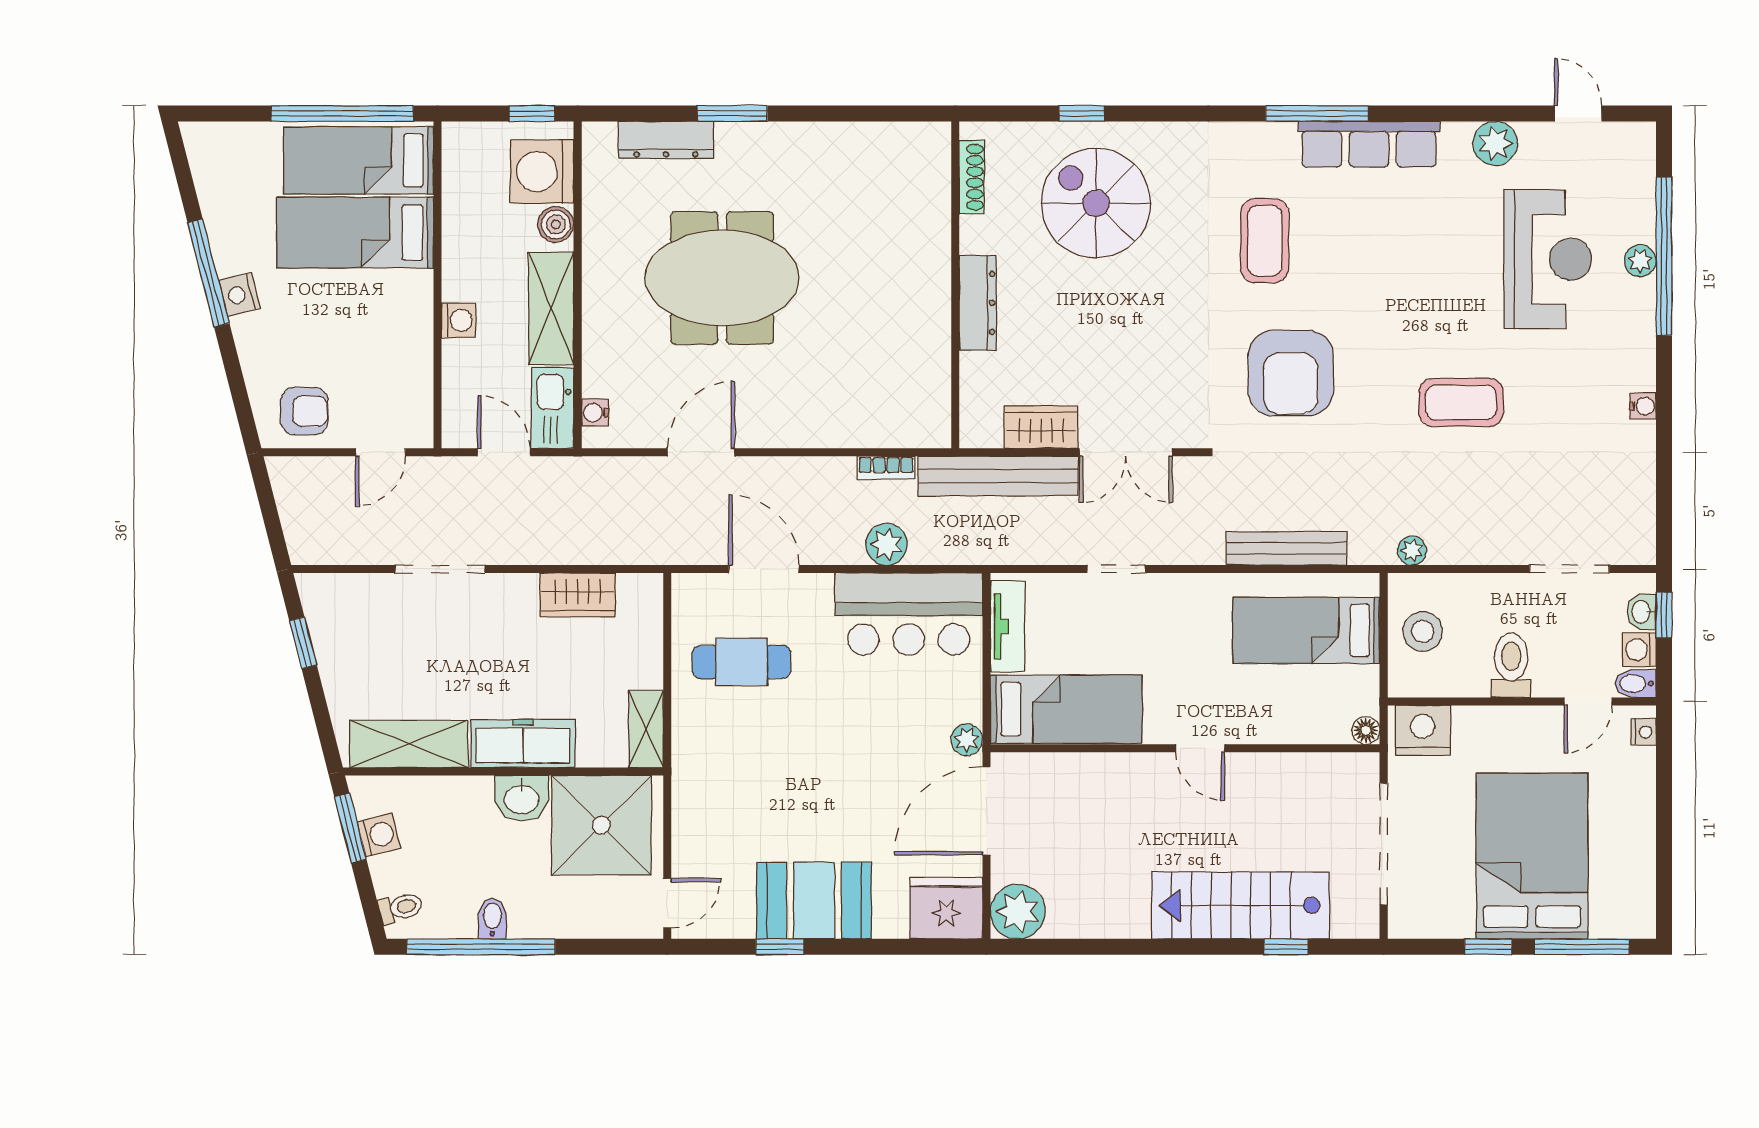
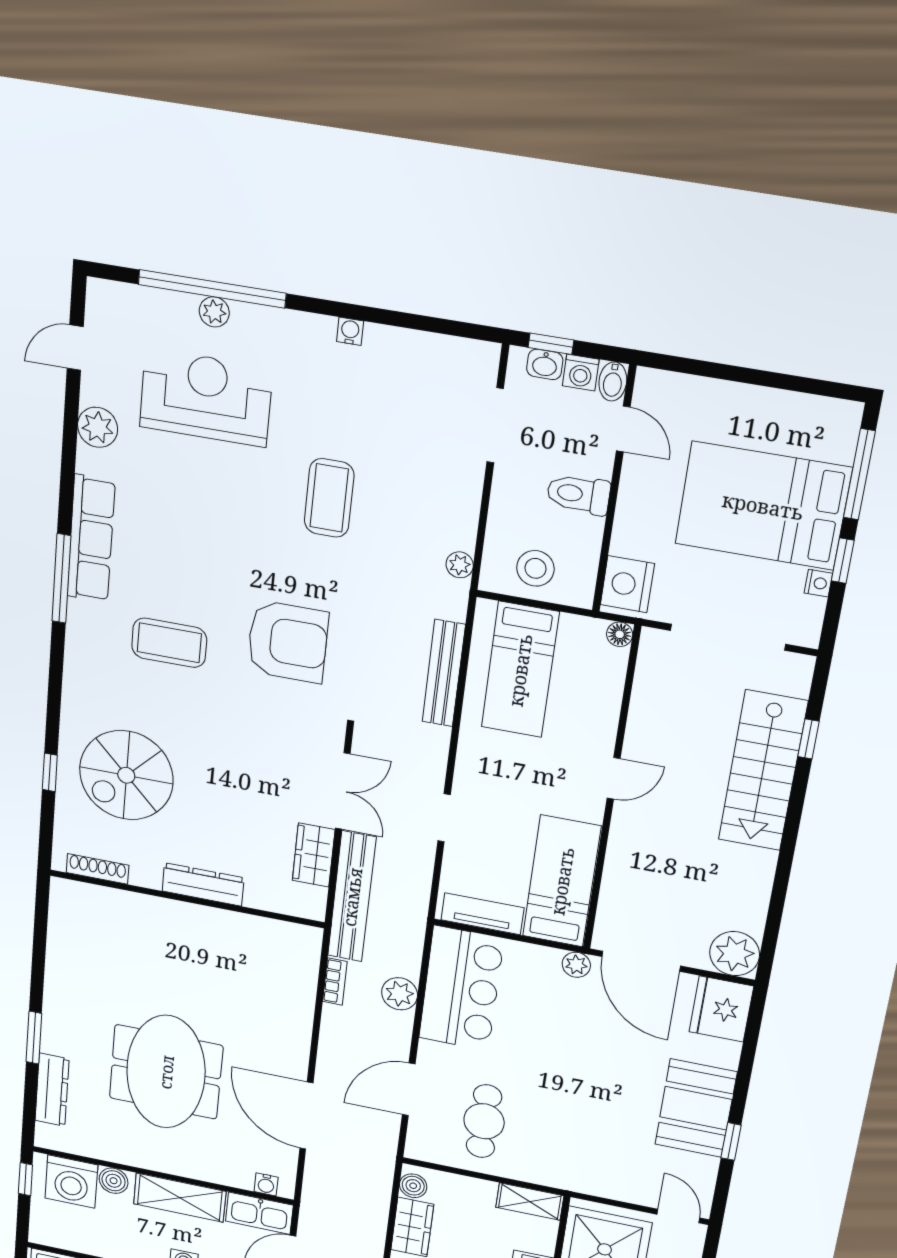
door: (701, 452) -> (306, 1116), width x1.36
boiler: (635, 589) -> (413, 1186), added
nightstand: (1644, 732) -> (818, 583), moved, turned 90

